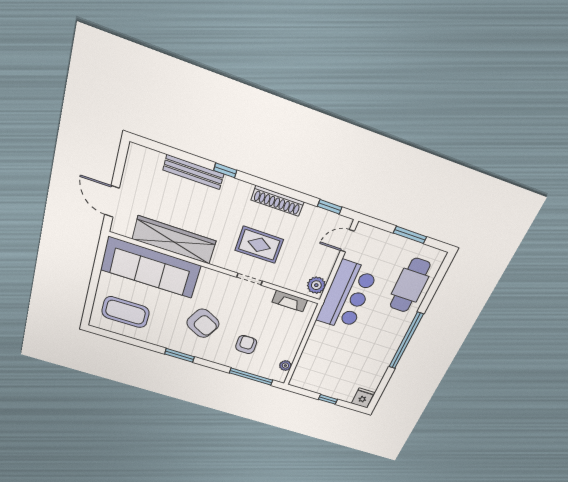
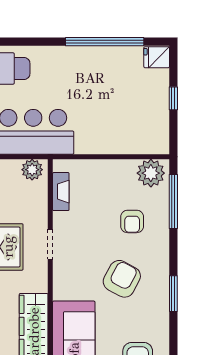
window: (406, 341) -> (105, 42), moved
armchair: (246, 345) -> (132, 221), turned -90
plant: (285, 366) -> (151, 173), width x1.87, depth x1.87

